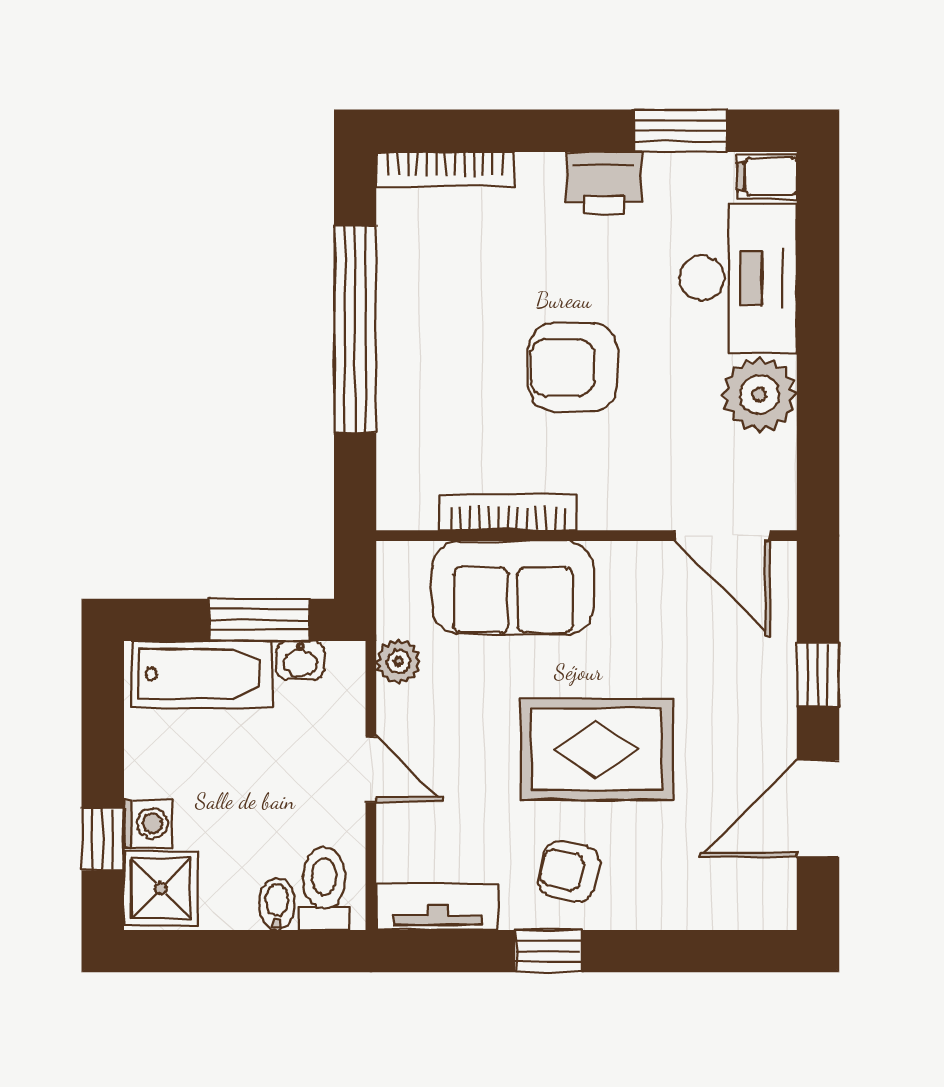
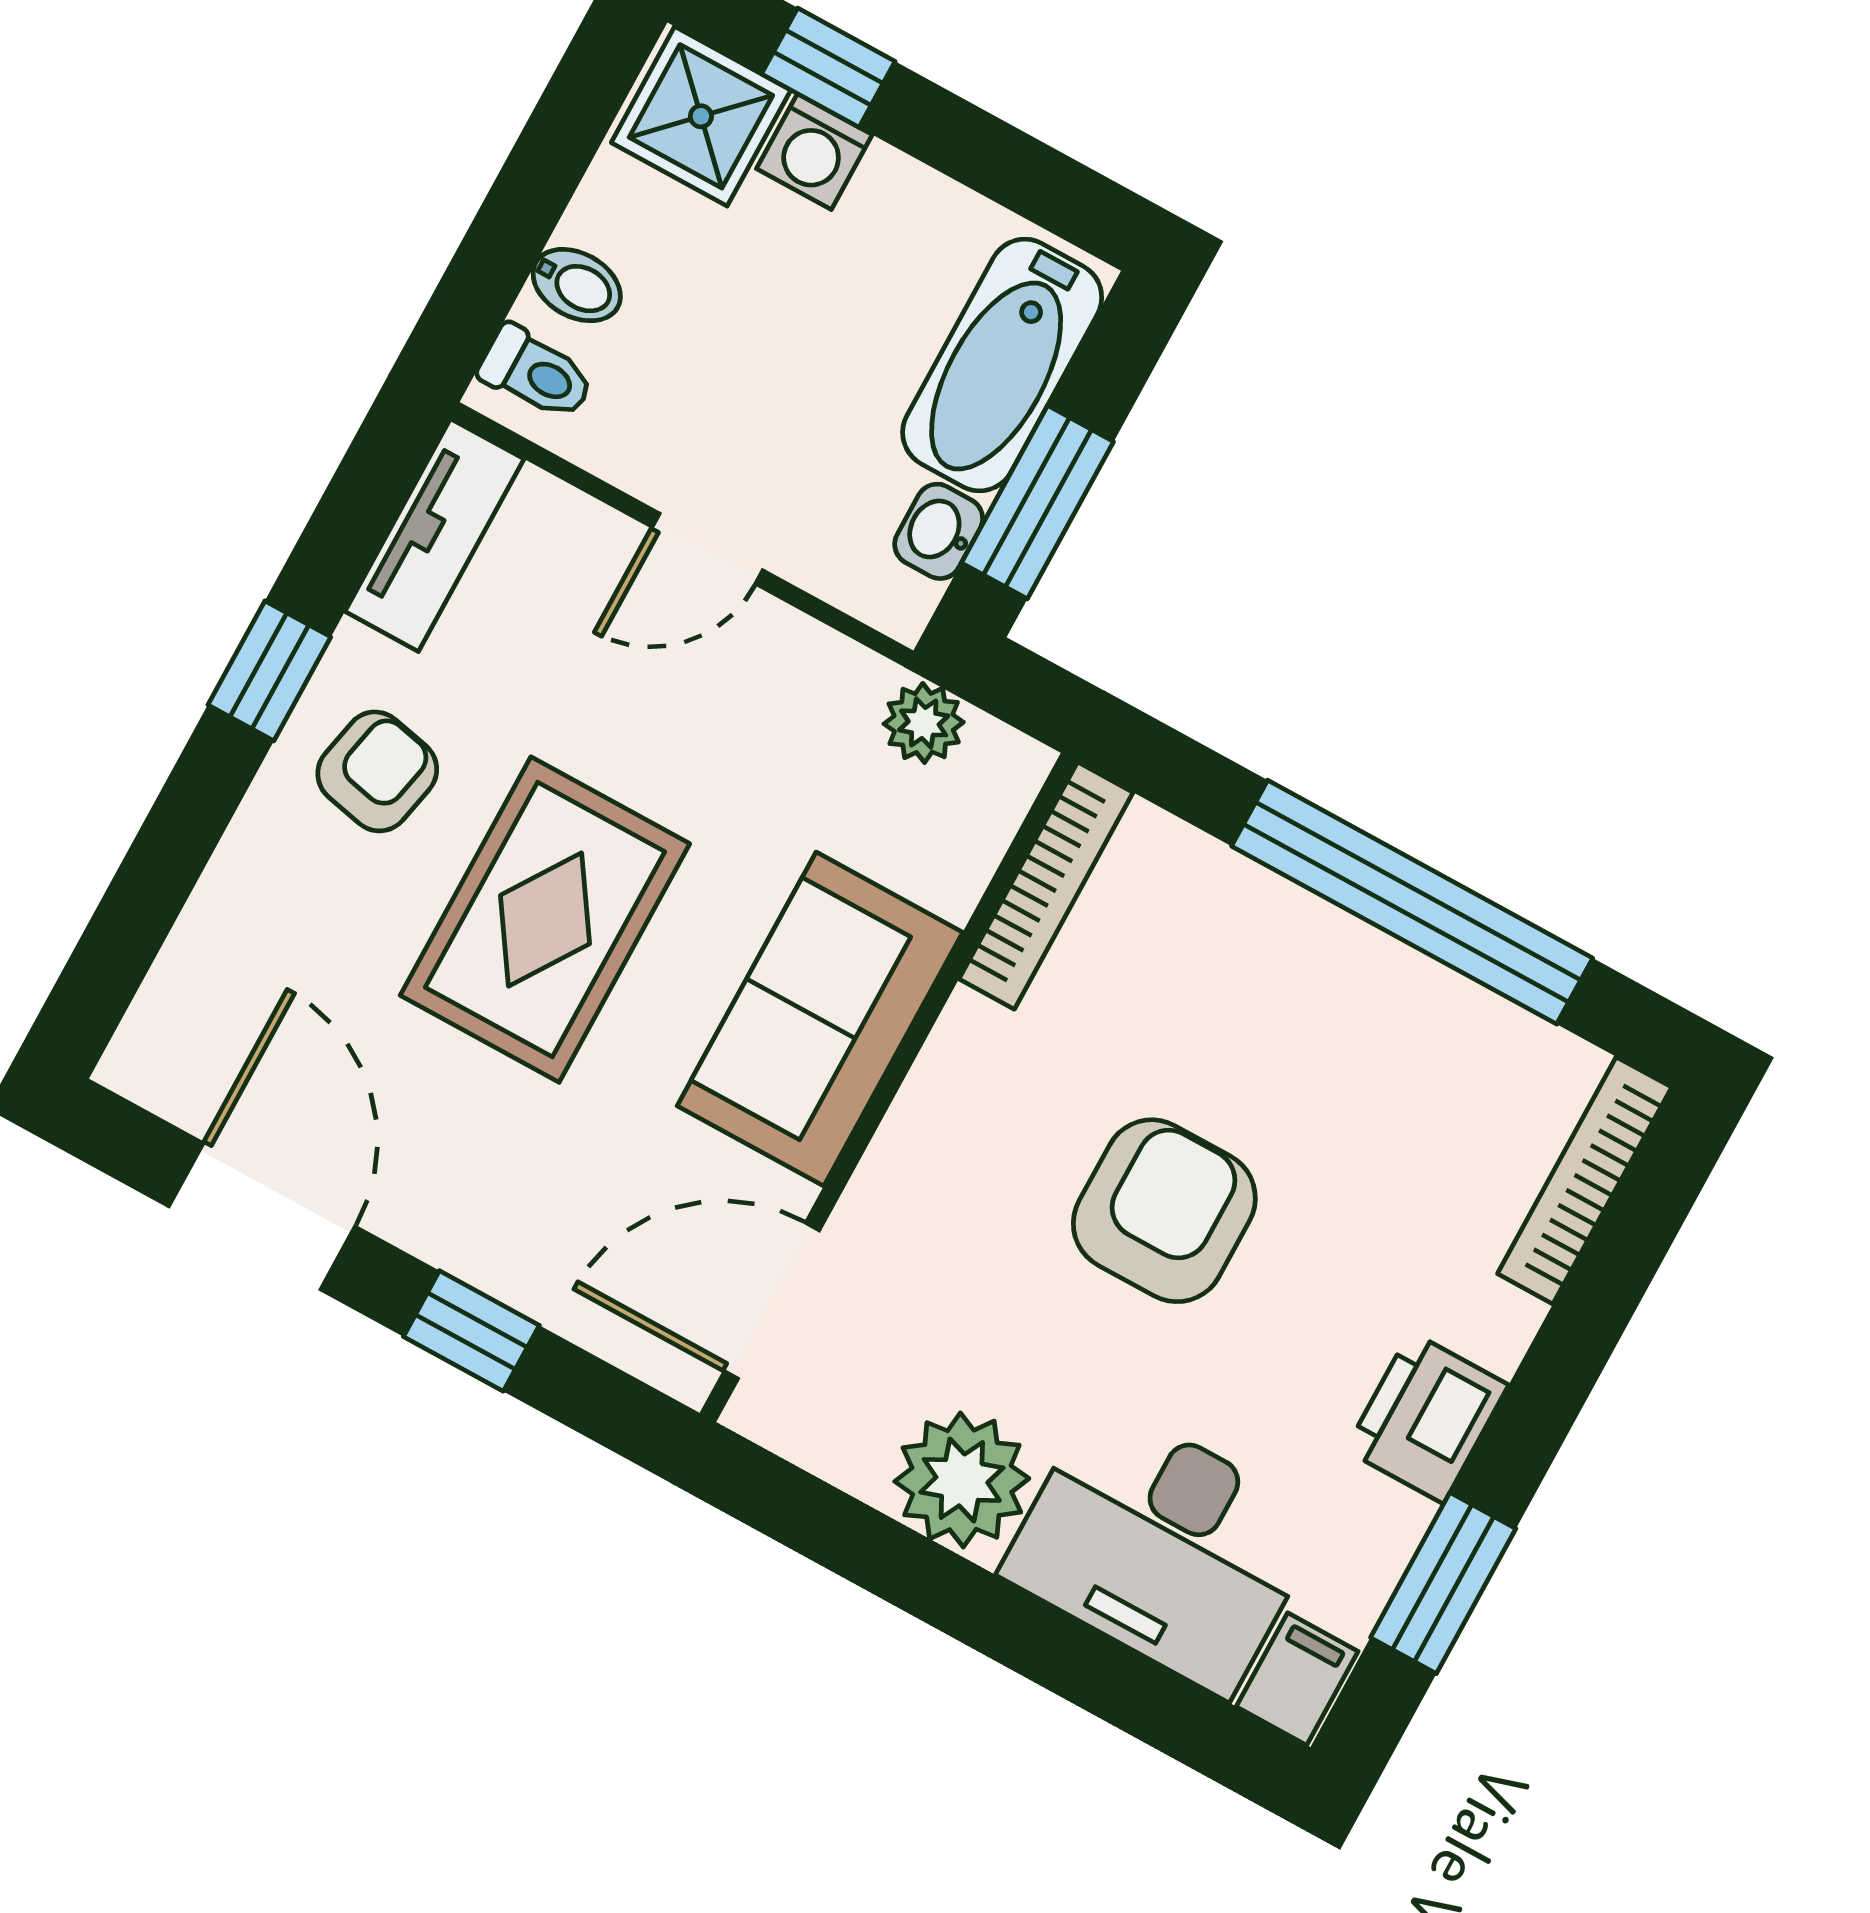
bookcase: (508, 513) -> (1046, 886), moved
sofa: (513, 588) -> (820, 1019), moved
plant: (398, 661) -> (924, 723), moved
toilet: (324, 889) -> (536, 373), width x0.73, depth x0.72

